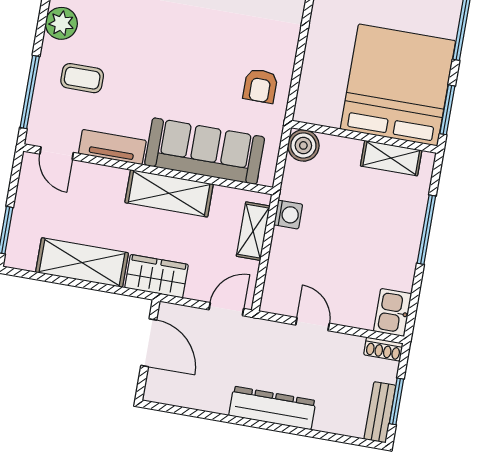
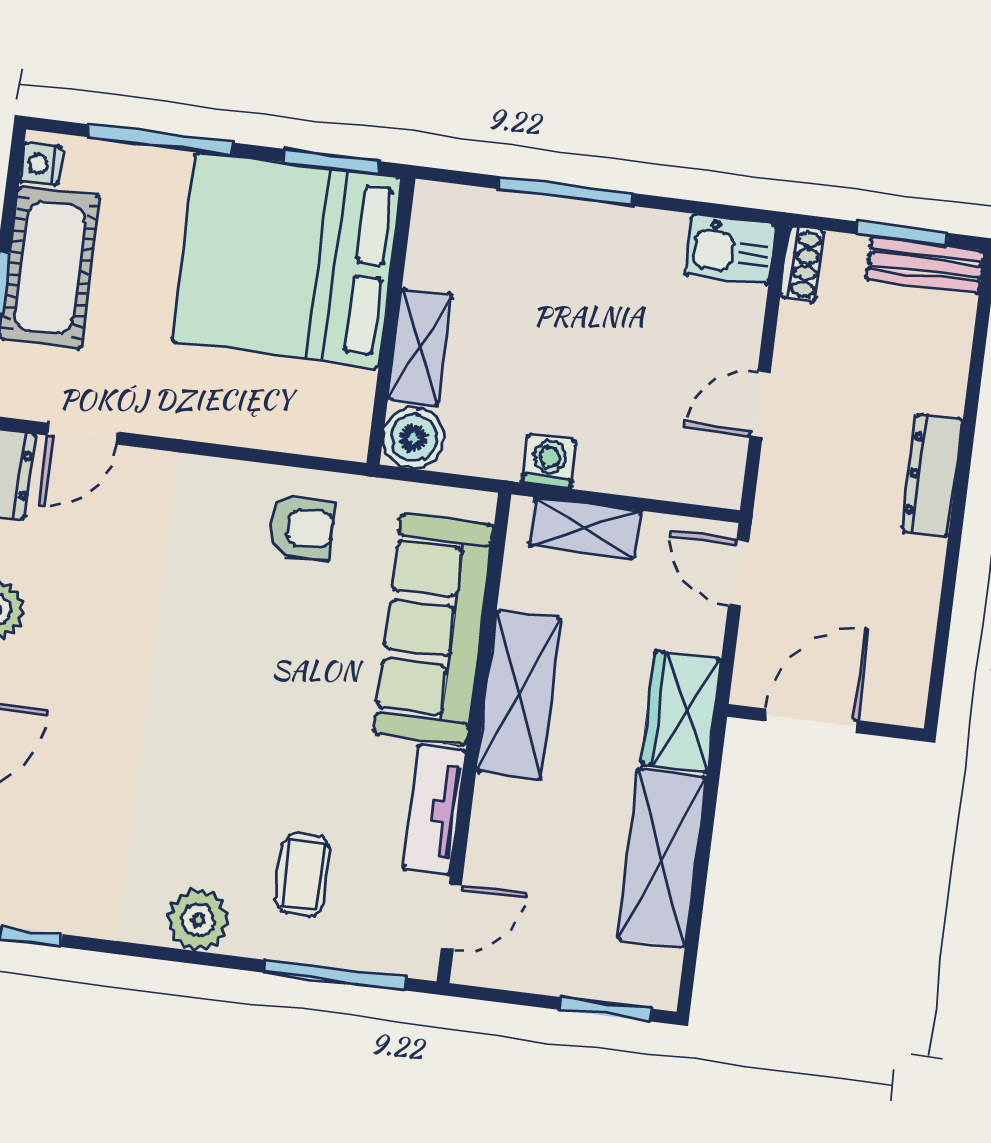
shelving: (391, 158) -> (420, 347), moved
dresser: (272, 408) -> (932, 475), width x0.73, depth x0.80

